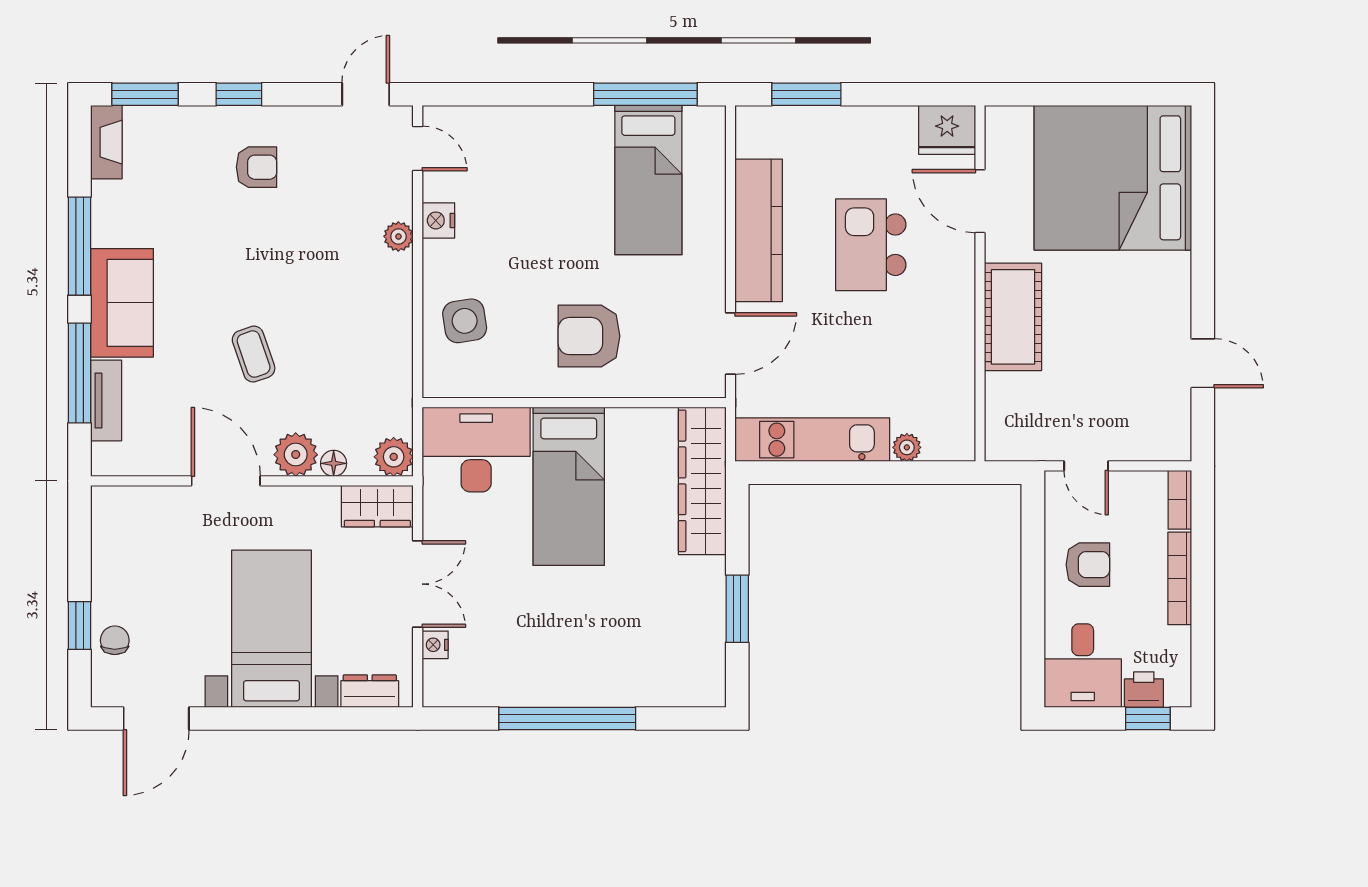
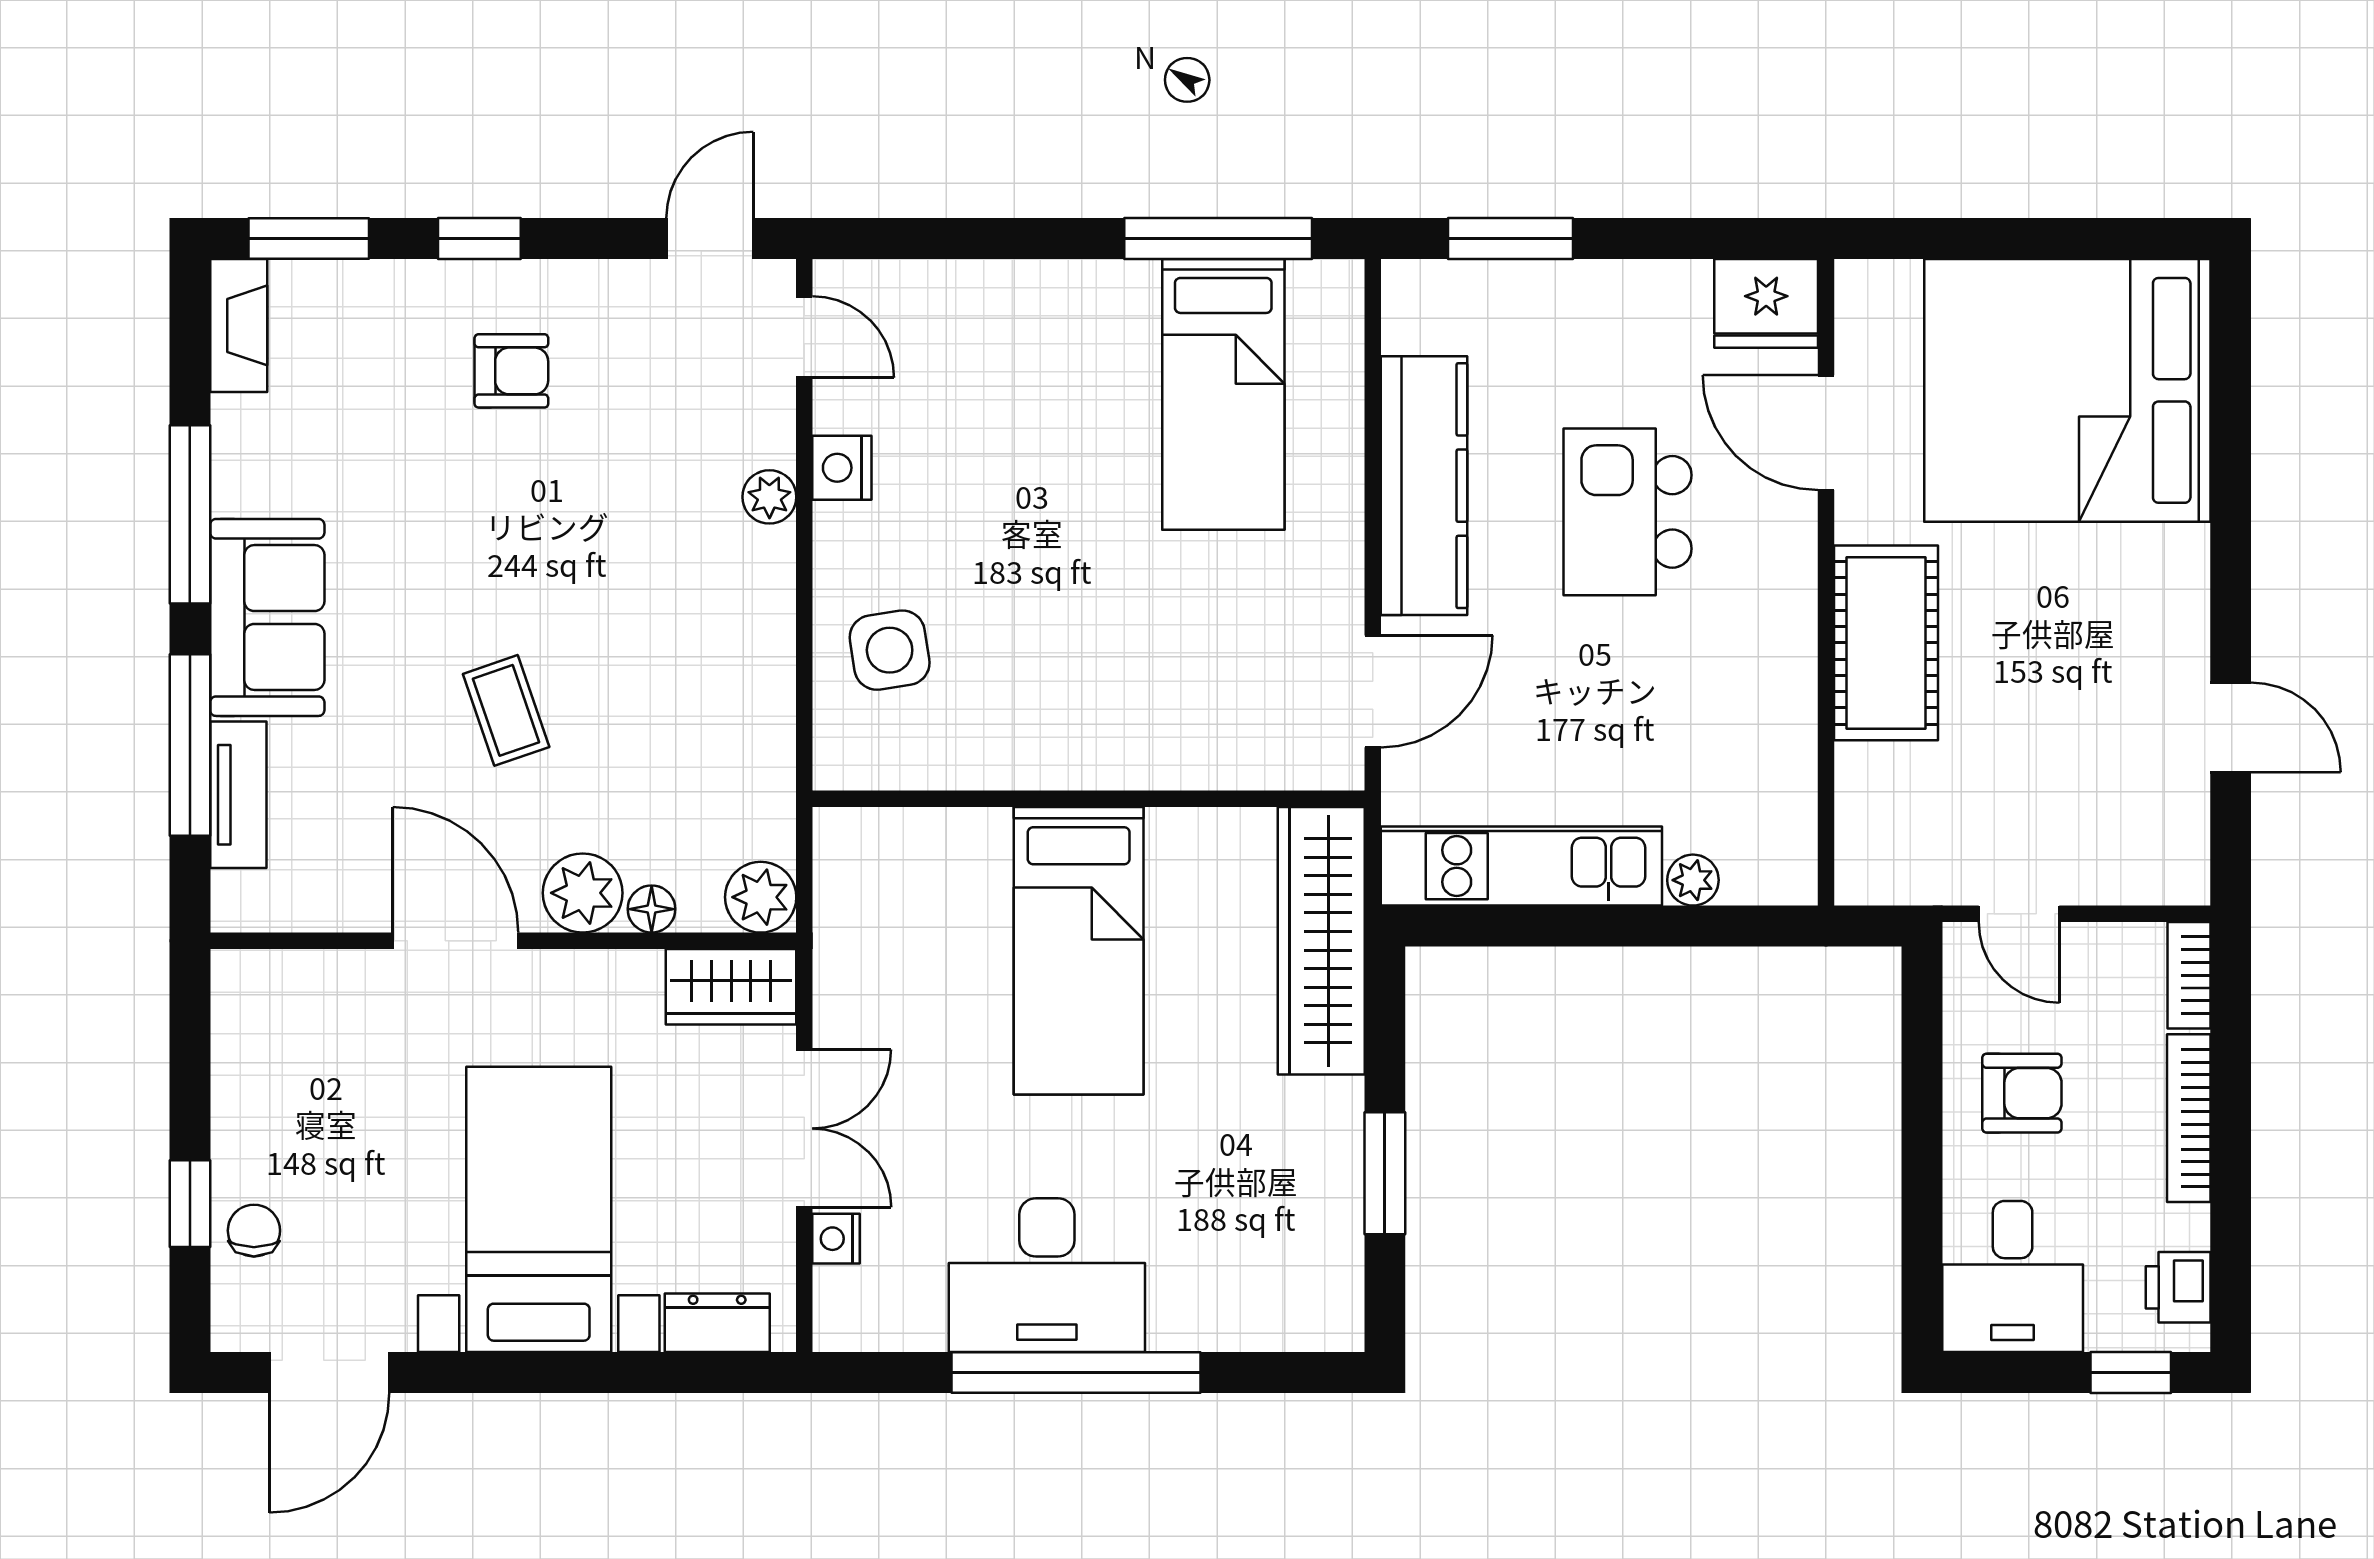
armchair: (589, 336) -> (1116, 678), removed
desk: (476, 449) -> (1047, 1275), moved, turned 180
printer: (1144, 690) -> (2178, 1287), moved, turned -90

